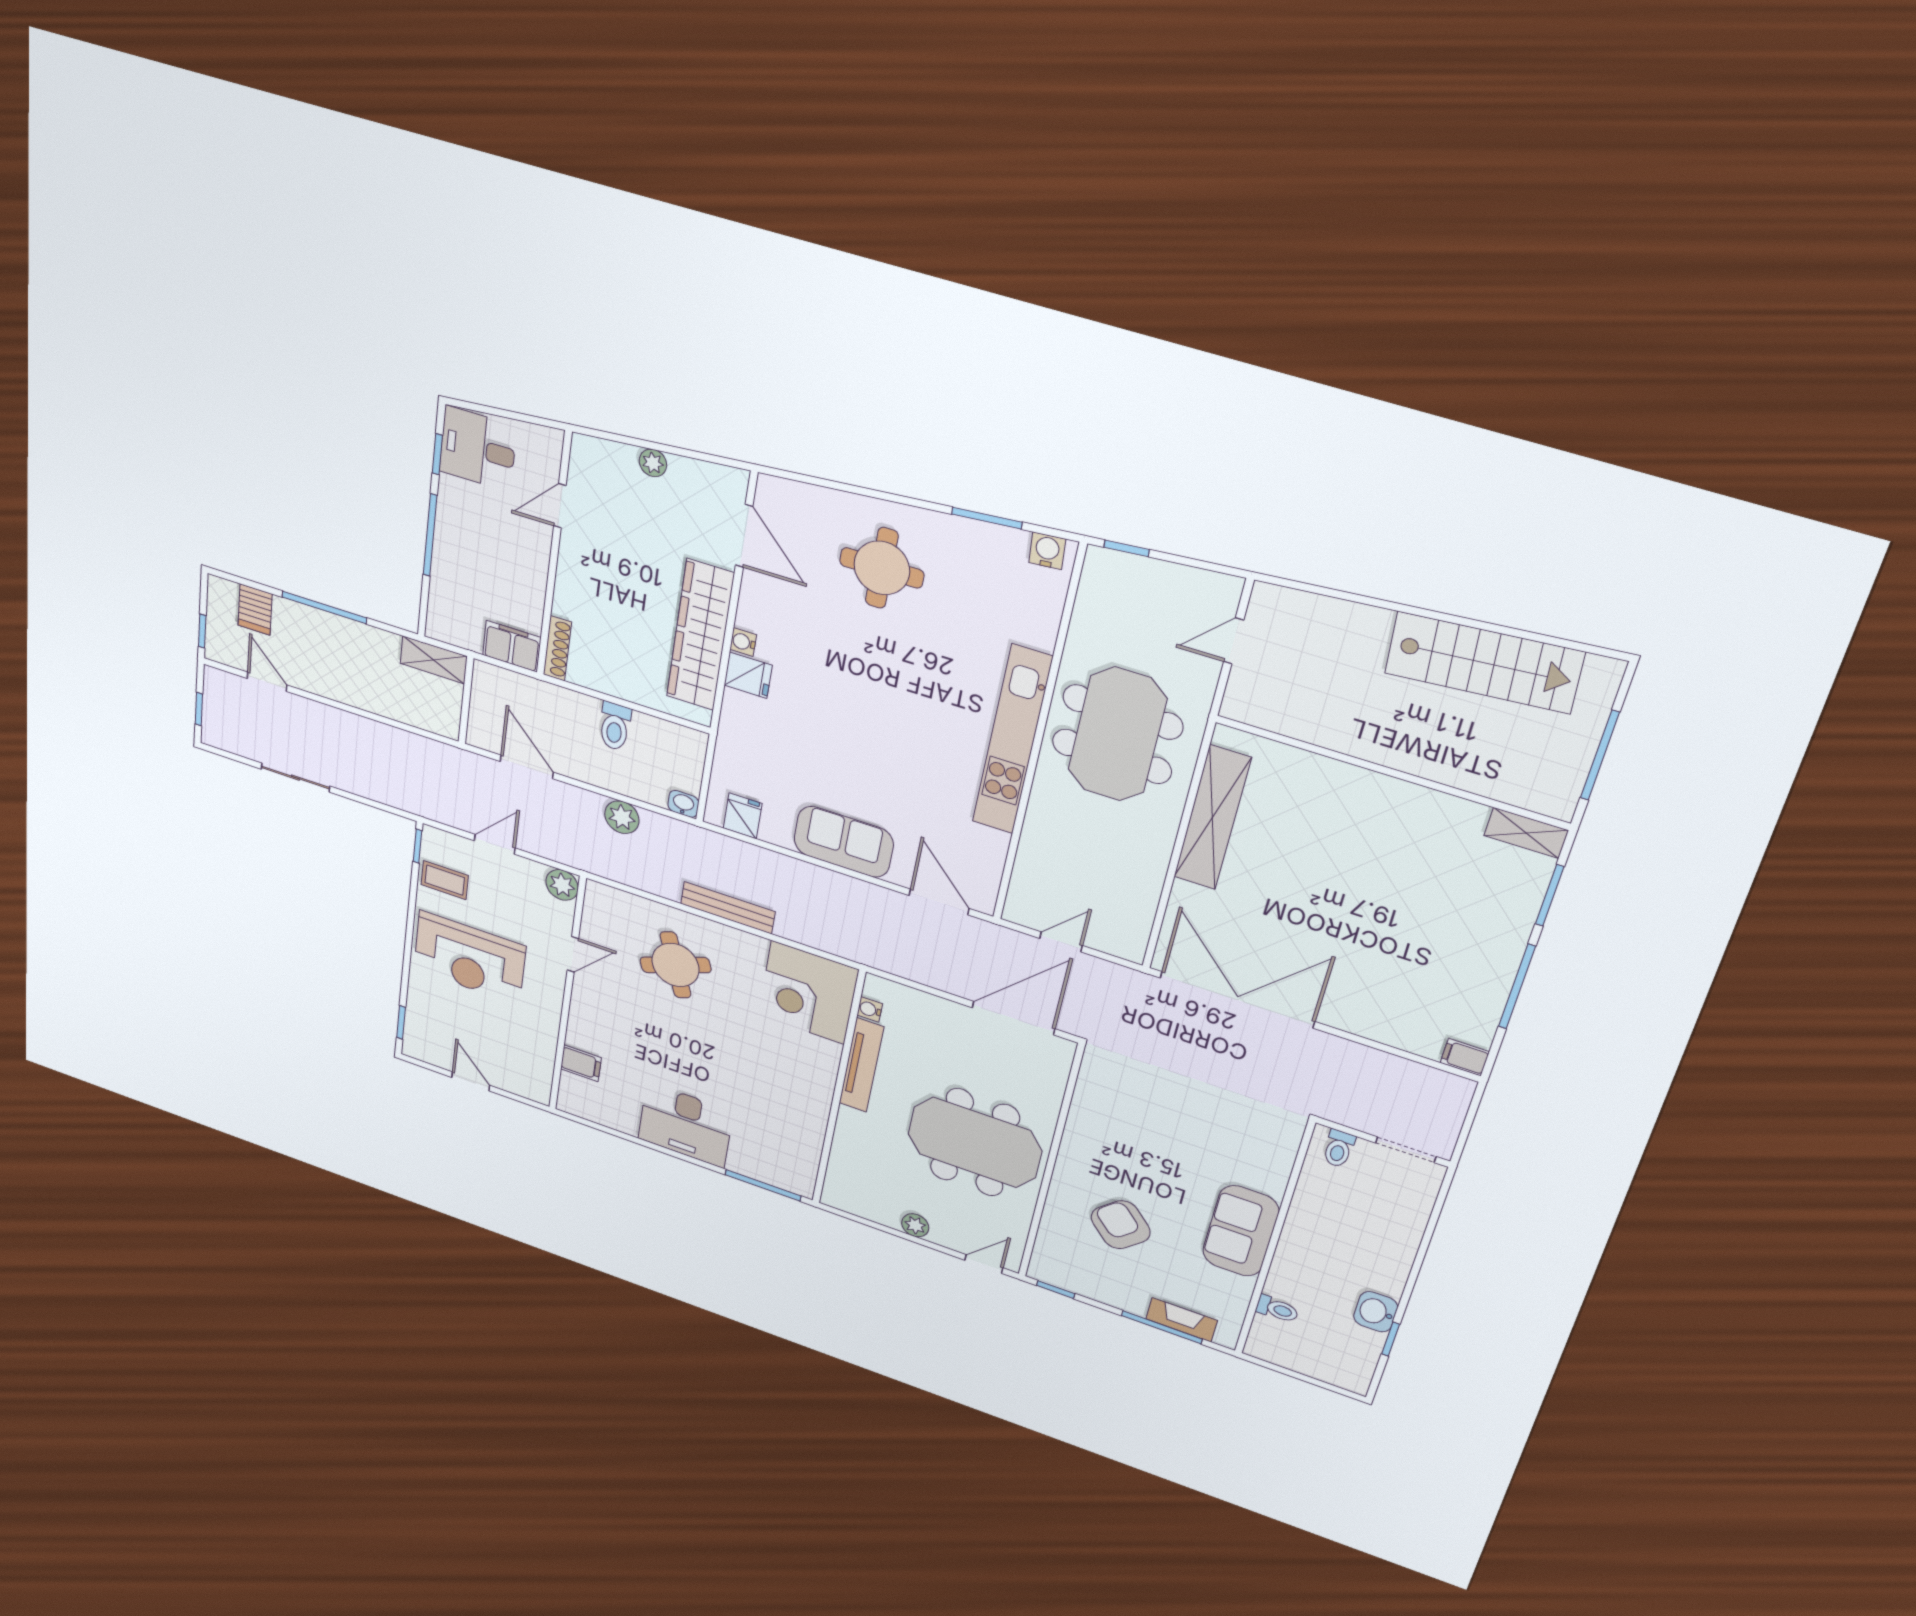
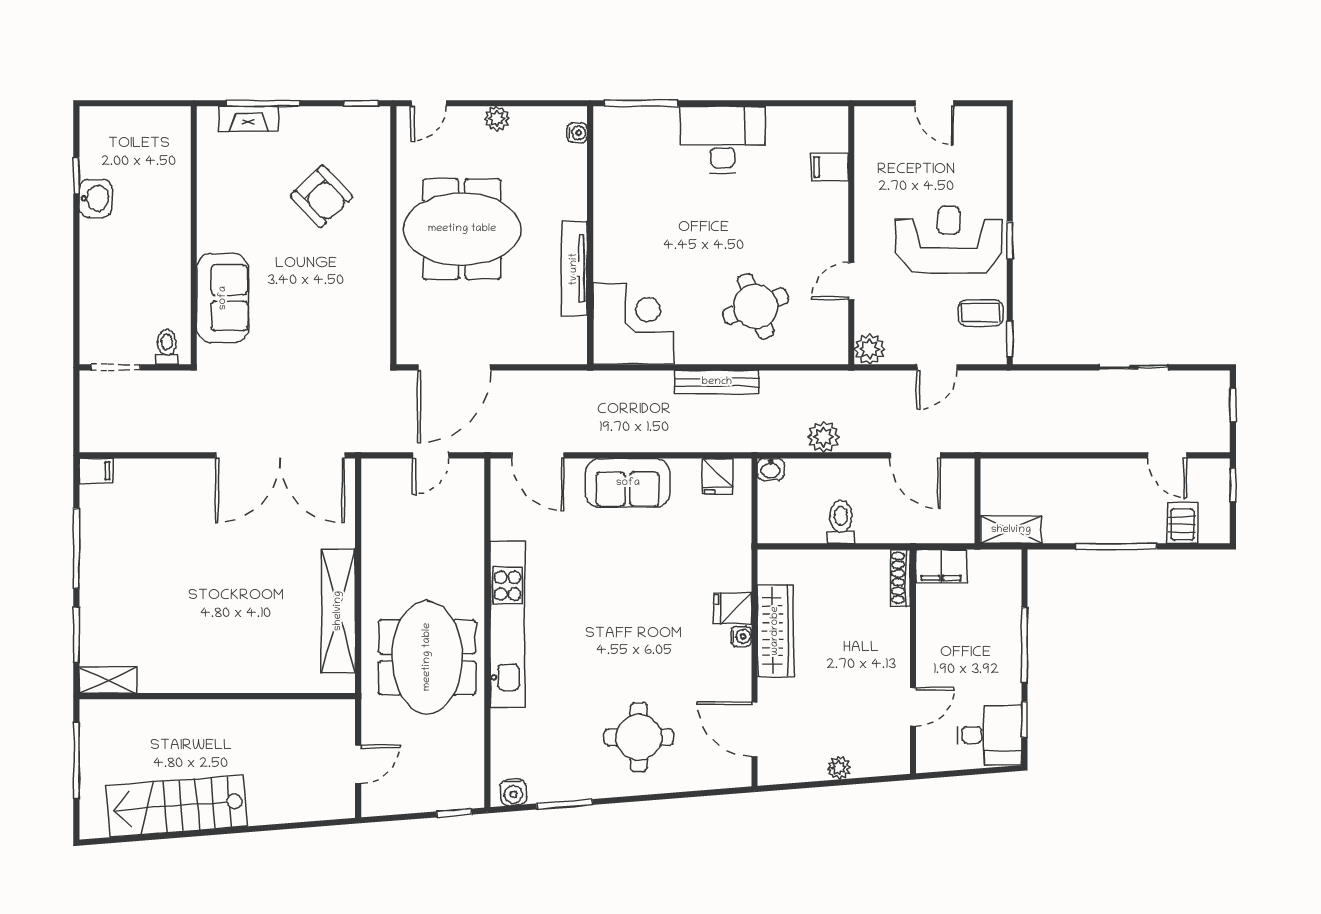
wardrobe: (700, 635) -> (775, 631), width x0.71, depth x0.85
water cooler: (870, 1009) -> (577, 133), moved
window: (401, 1022) -> (1010, 240), moved
sofa: (1241, 1231) -> (223, 298), moved
toilet: (1277, 1309) -> (174, 166), removed

